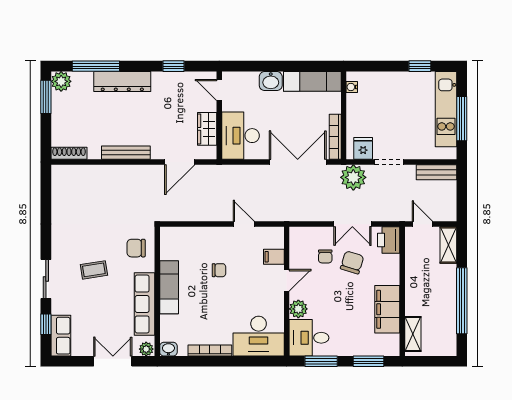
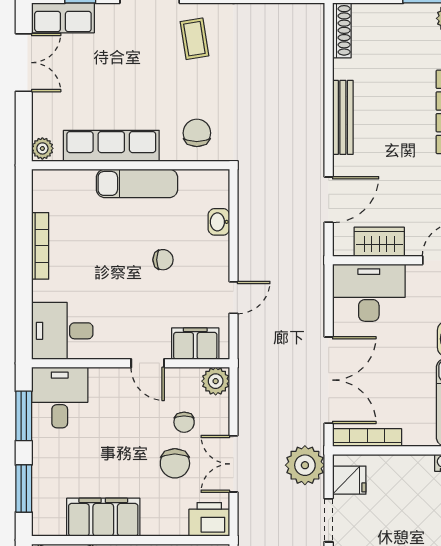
door: (180, 162) -> (329, 200), swing flipped
chair: (325, 256) -> (184, 422), turned -90
filing cabinet: (274, 257) -> (195, 344), width x2.00
chair: (352, 262) -> (175, 463), turned 73
coffee table: (94, 270) -> (194, 39), moved
chair: (219, 270) -> (163, 260), turned -90
plant: (298, 309) -> (216, 381), moved
desk: (259, 336) -> (62, 331), width x0.73
washbasin: (168, 349) -> (219, 222), moved, turned 180
double door: (113, 361) -> (24, 63), moved

